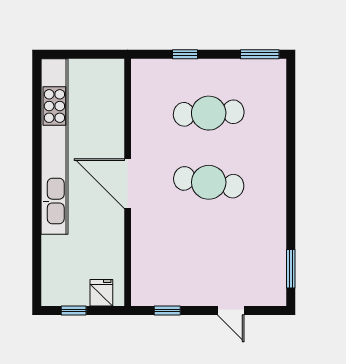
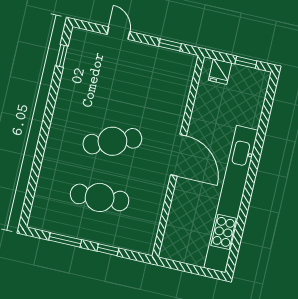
window: (260, 54) -> (65, 240), moved
cafe table: (209, 182) -> (112, 141), turned -30
window: (291, 269) -> (62, 56), width x0.67

